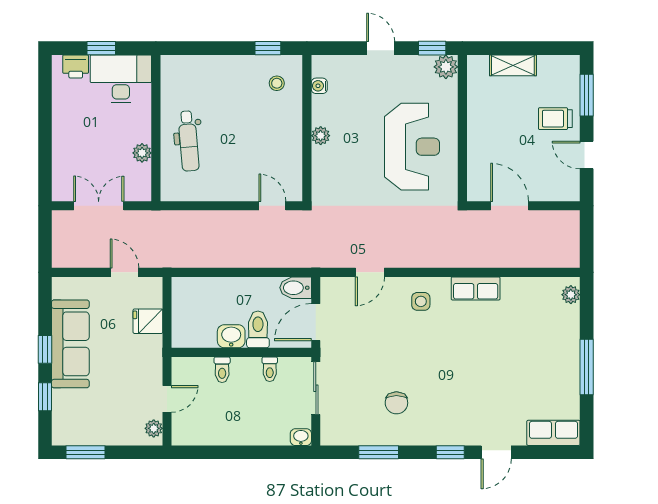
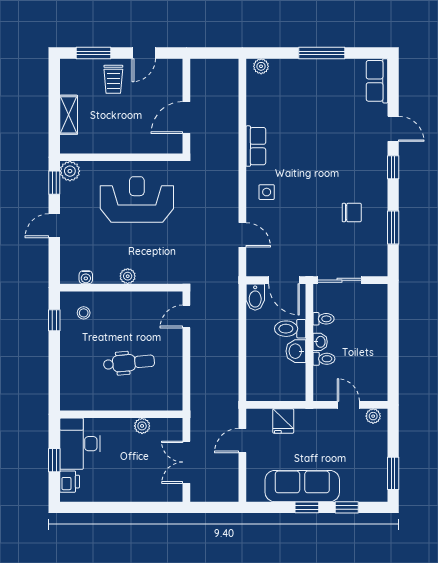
dental chair: (188, 141) -> (129, 363), moved
washbasin: (301, 437) -> (320, 342), moved, turned 180

